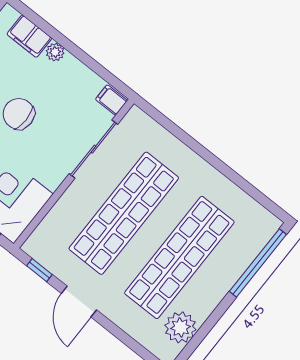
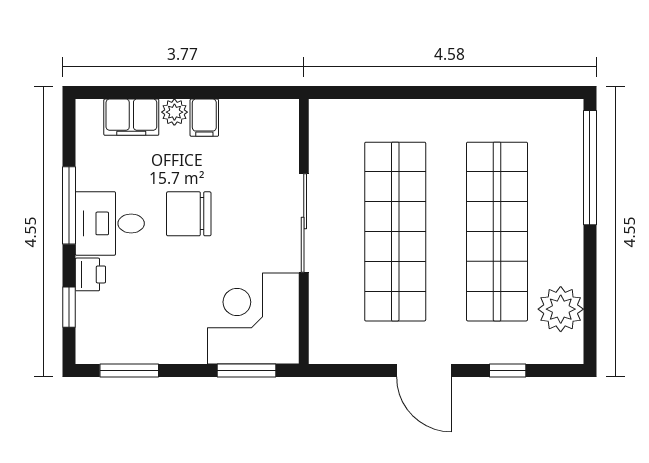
filing cabinet: (111, 100) -> (204, 118), moved, turned -90
sliding door: (93, 149) -> (304, 223), moved
window: (39, 270) -> (508, 371), moved

